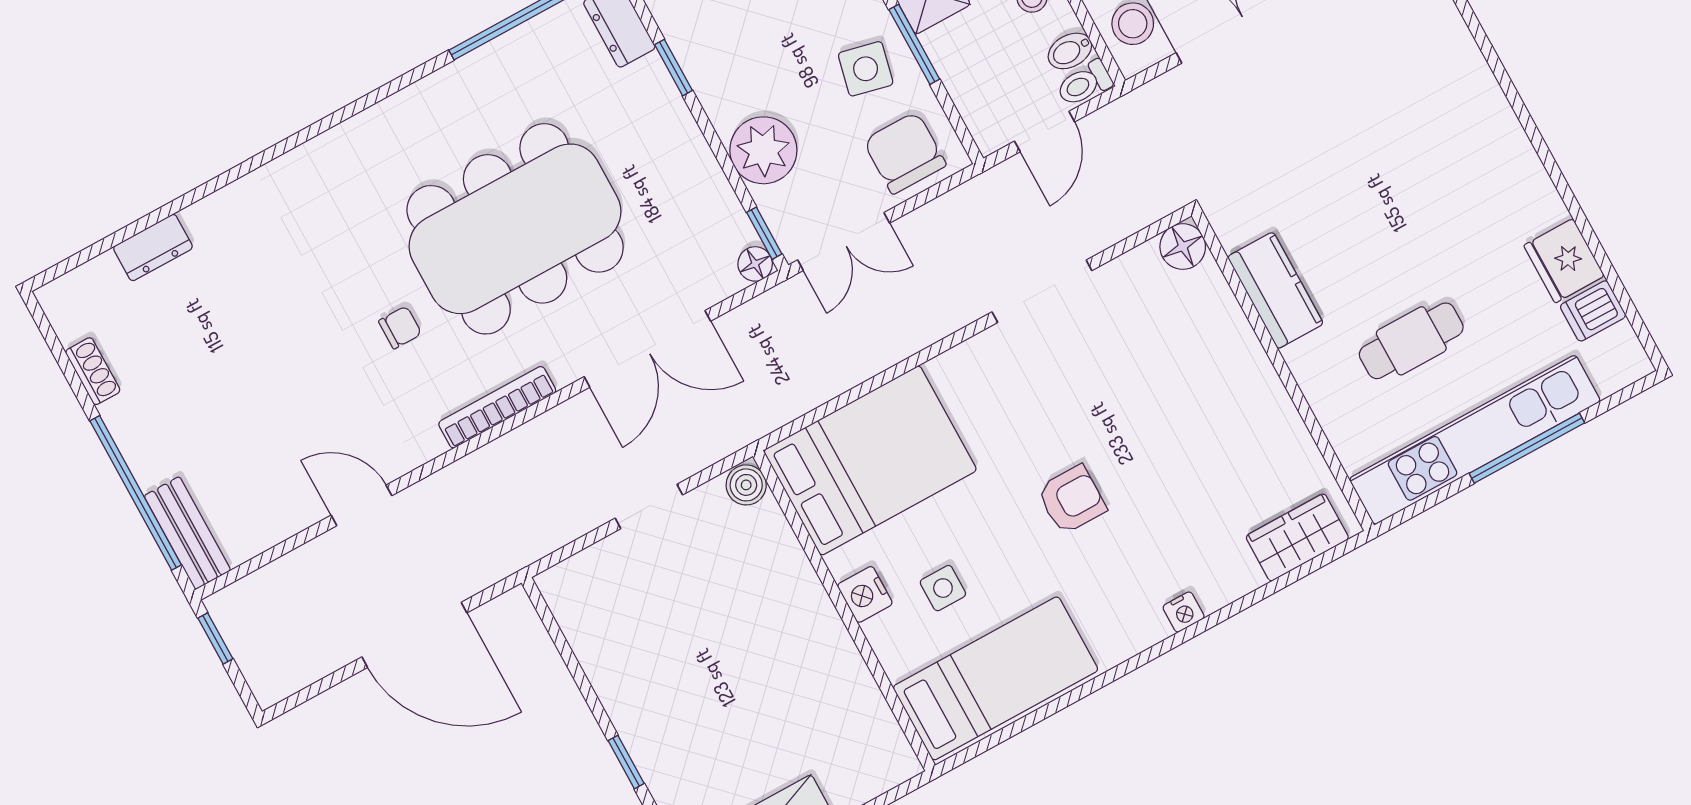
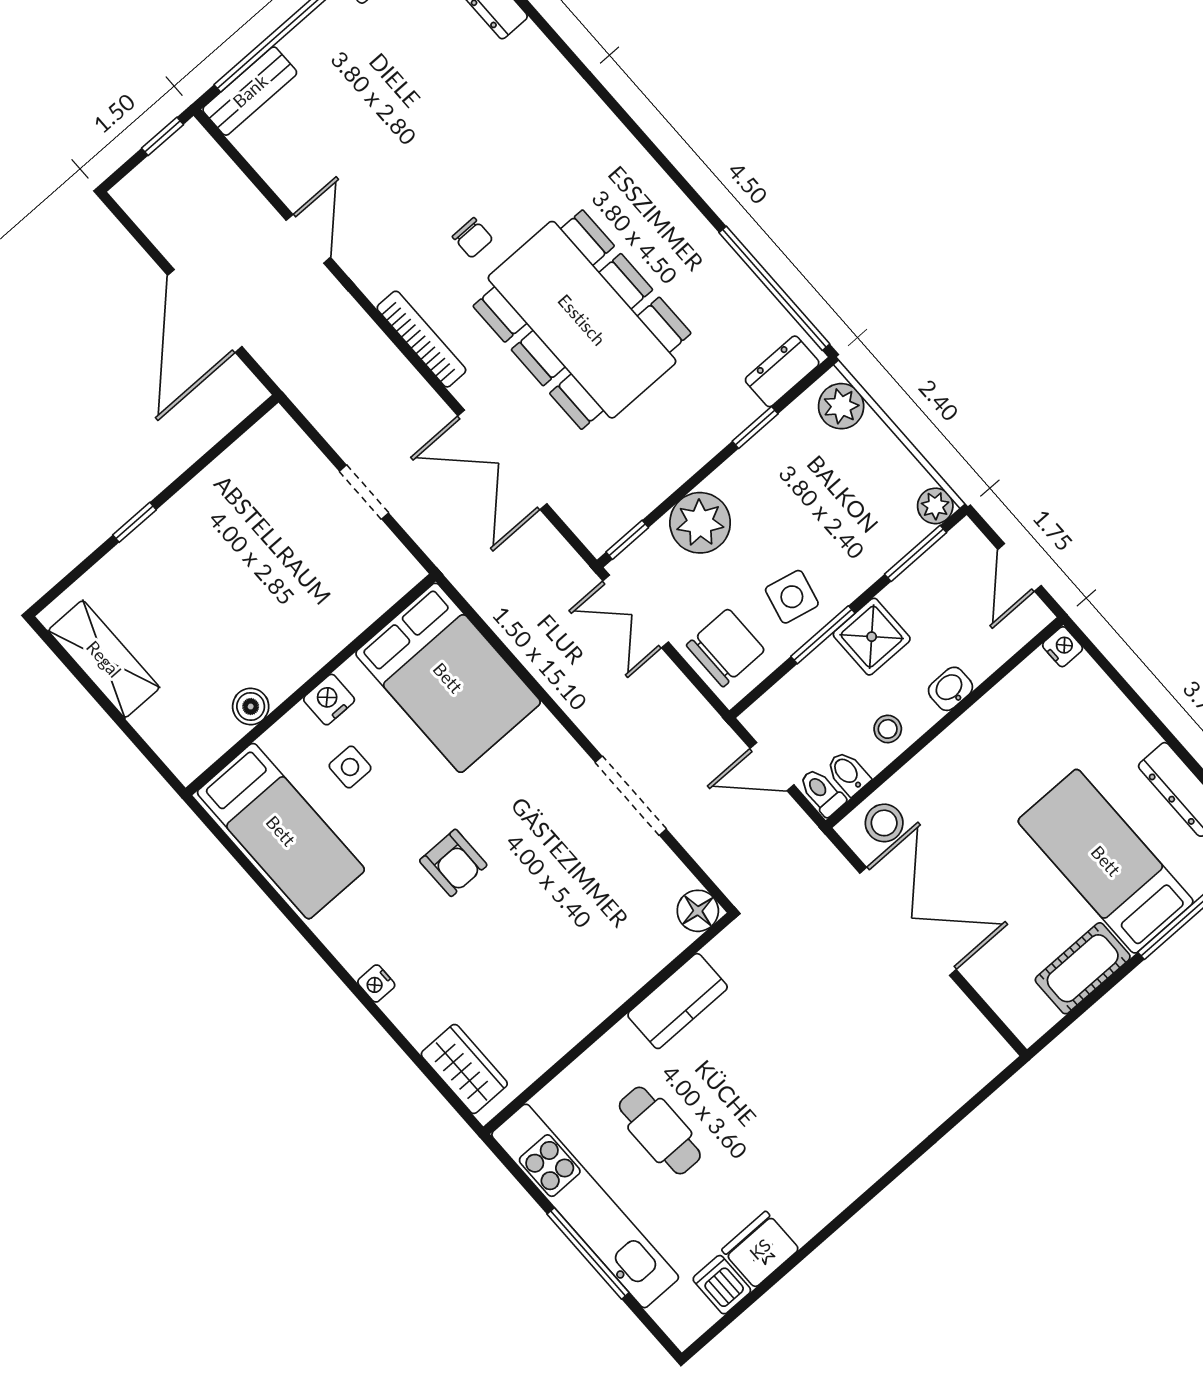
floor lamp: (755, 264) -> (598, 538), removed
boiler: (746, 485) -> (251, 707), moved

